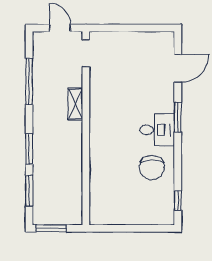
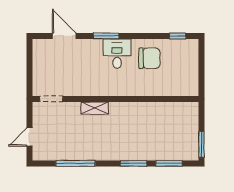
doorway: (86, 53) -> (51, 99), moved
shelving: (75, 104) -> (95, 108), moved
wall: (86, 128) -> (116, 99), moved

